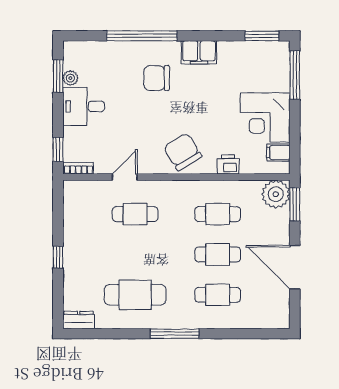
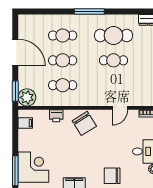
chair: (157, 78) -> (112, 176), moved, turned 180
corner desk: (265, 118) -> (33, 167), moved
cafe table: (135, 214) -> (114, 60), moved

